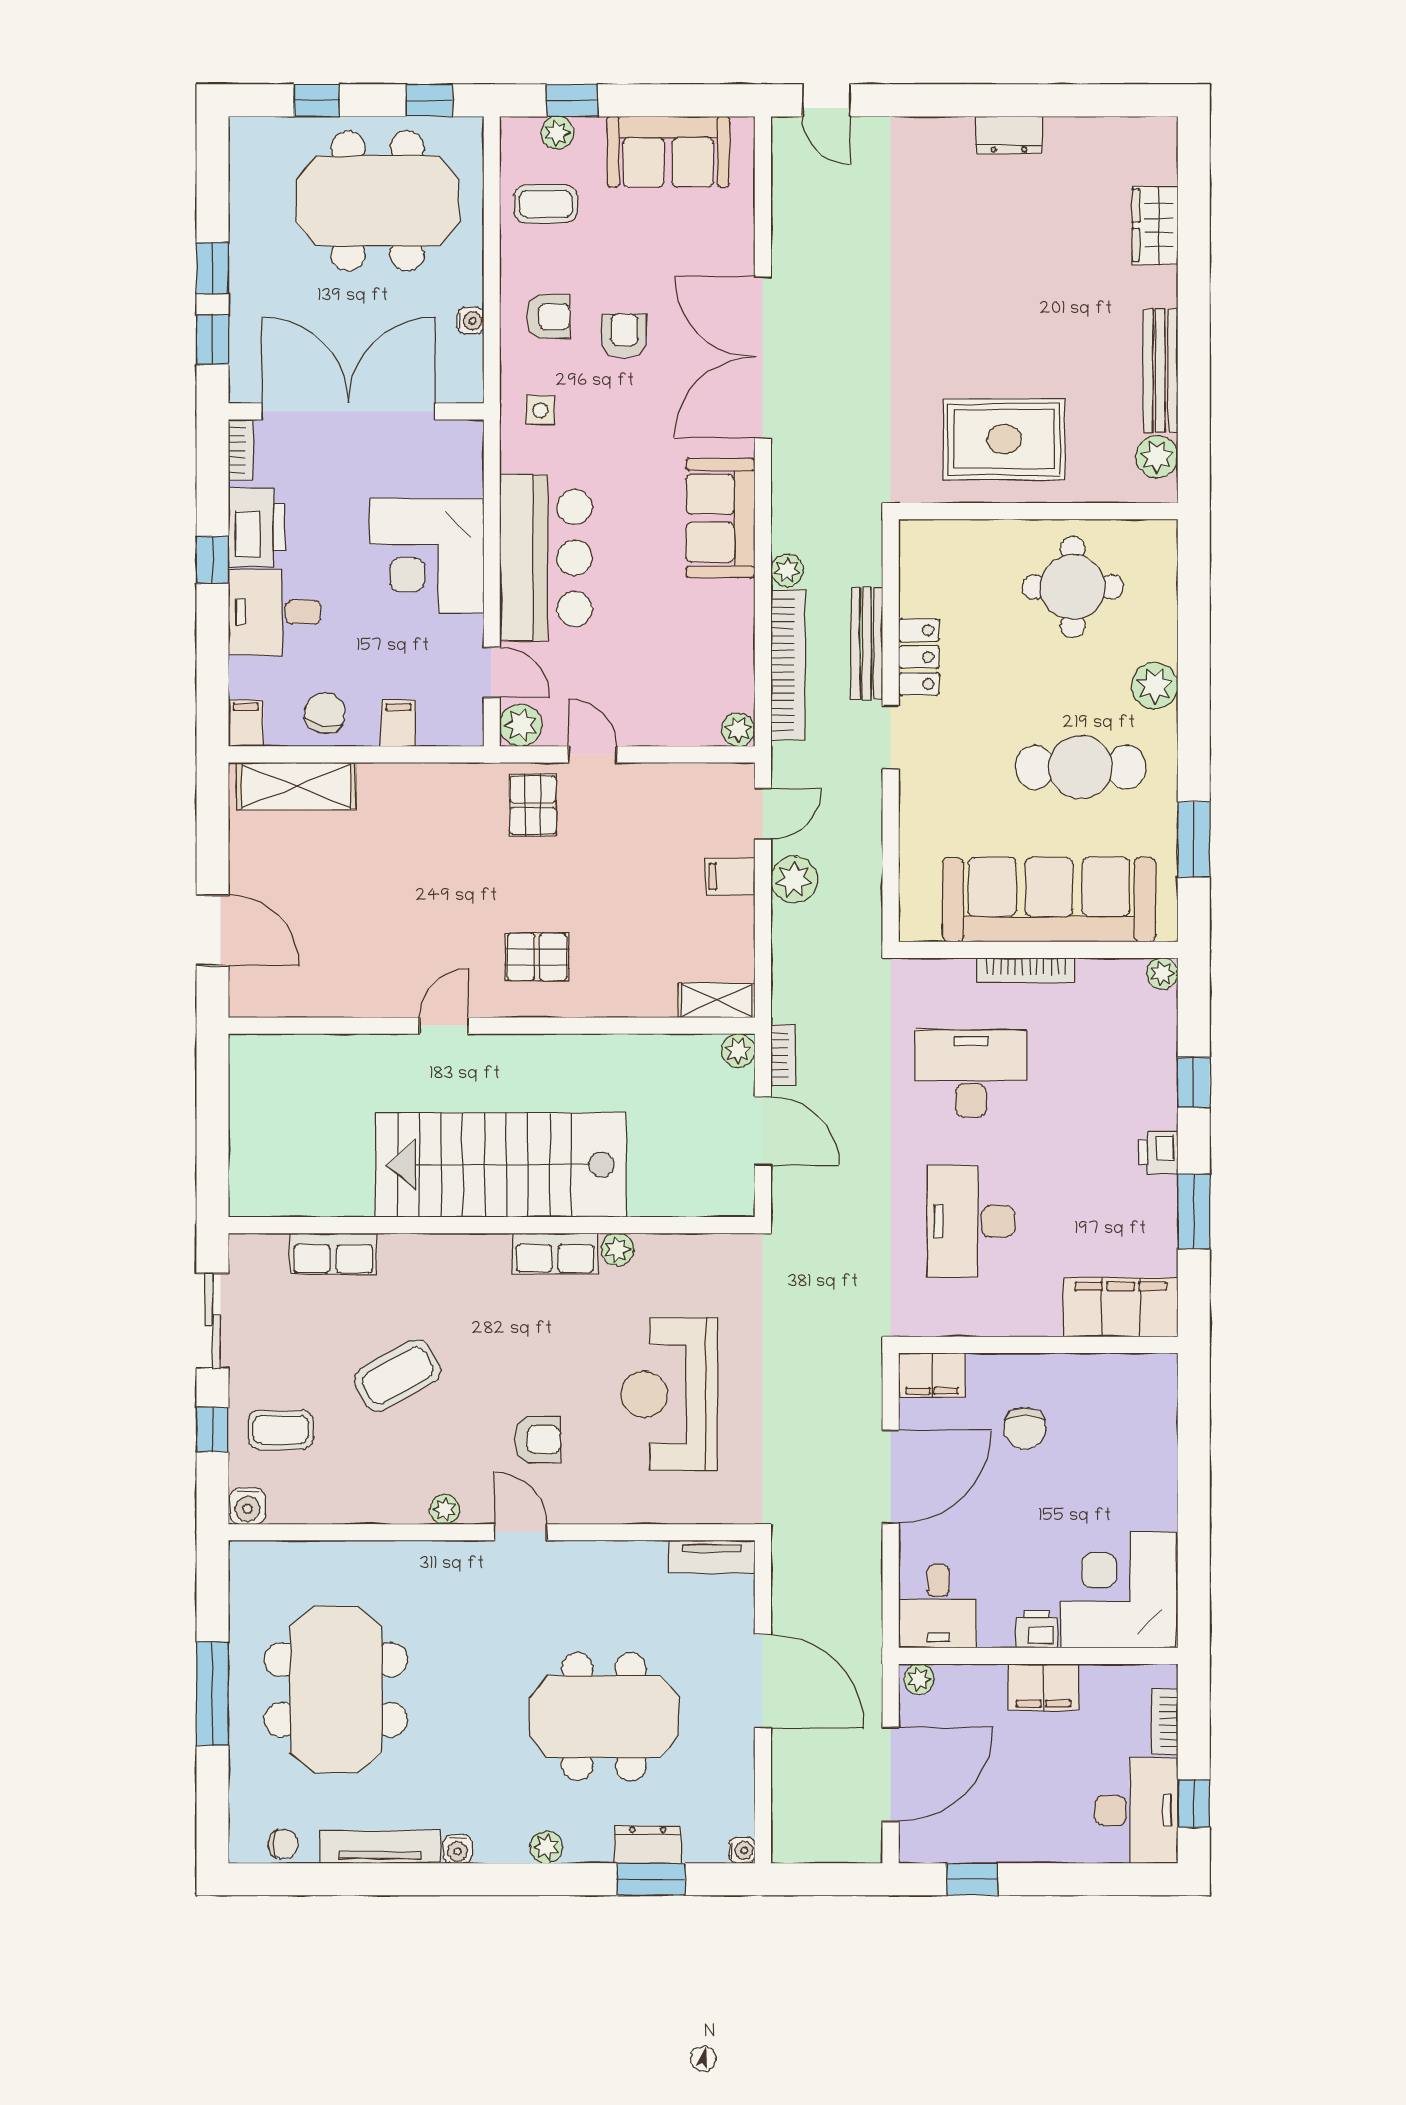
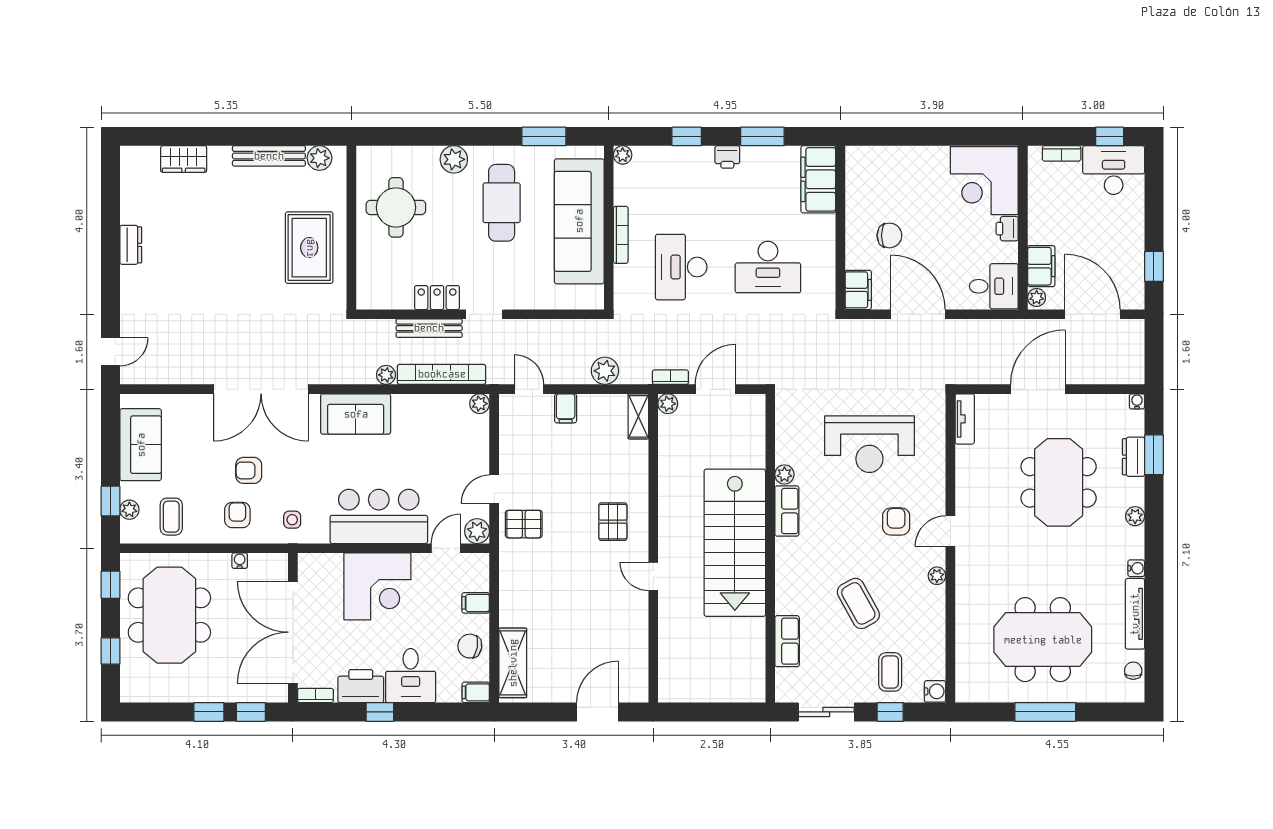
plant: (794, 879) -> (605, 371), moved
filing cabinet: (1043, 1687) -> (1041, 266), moved

